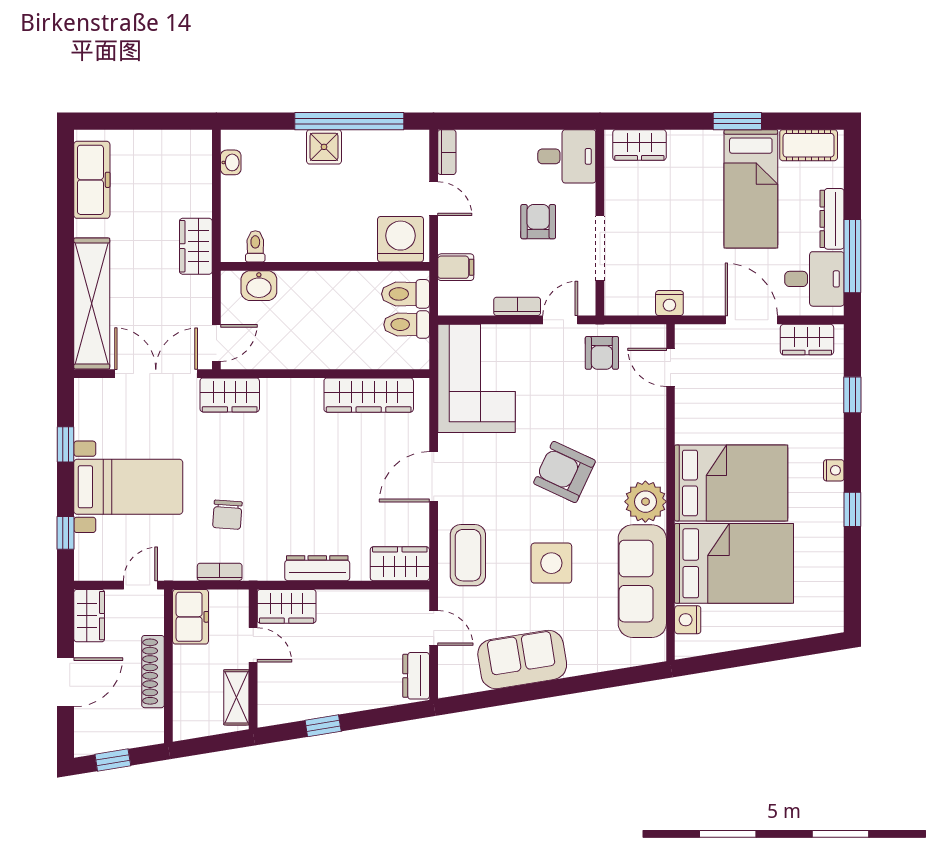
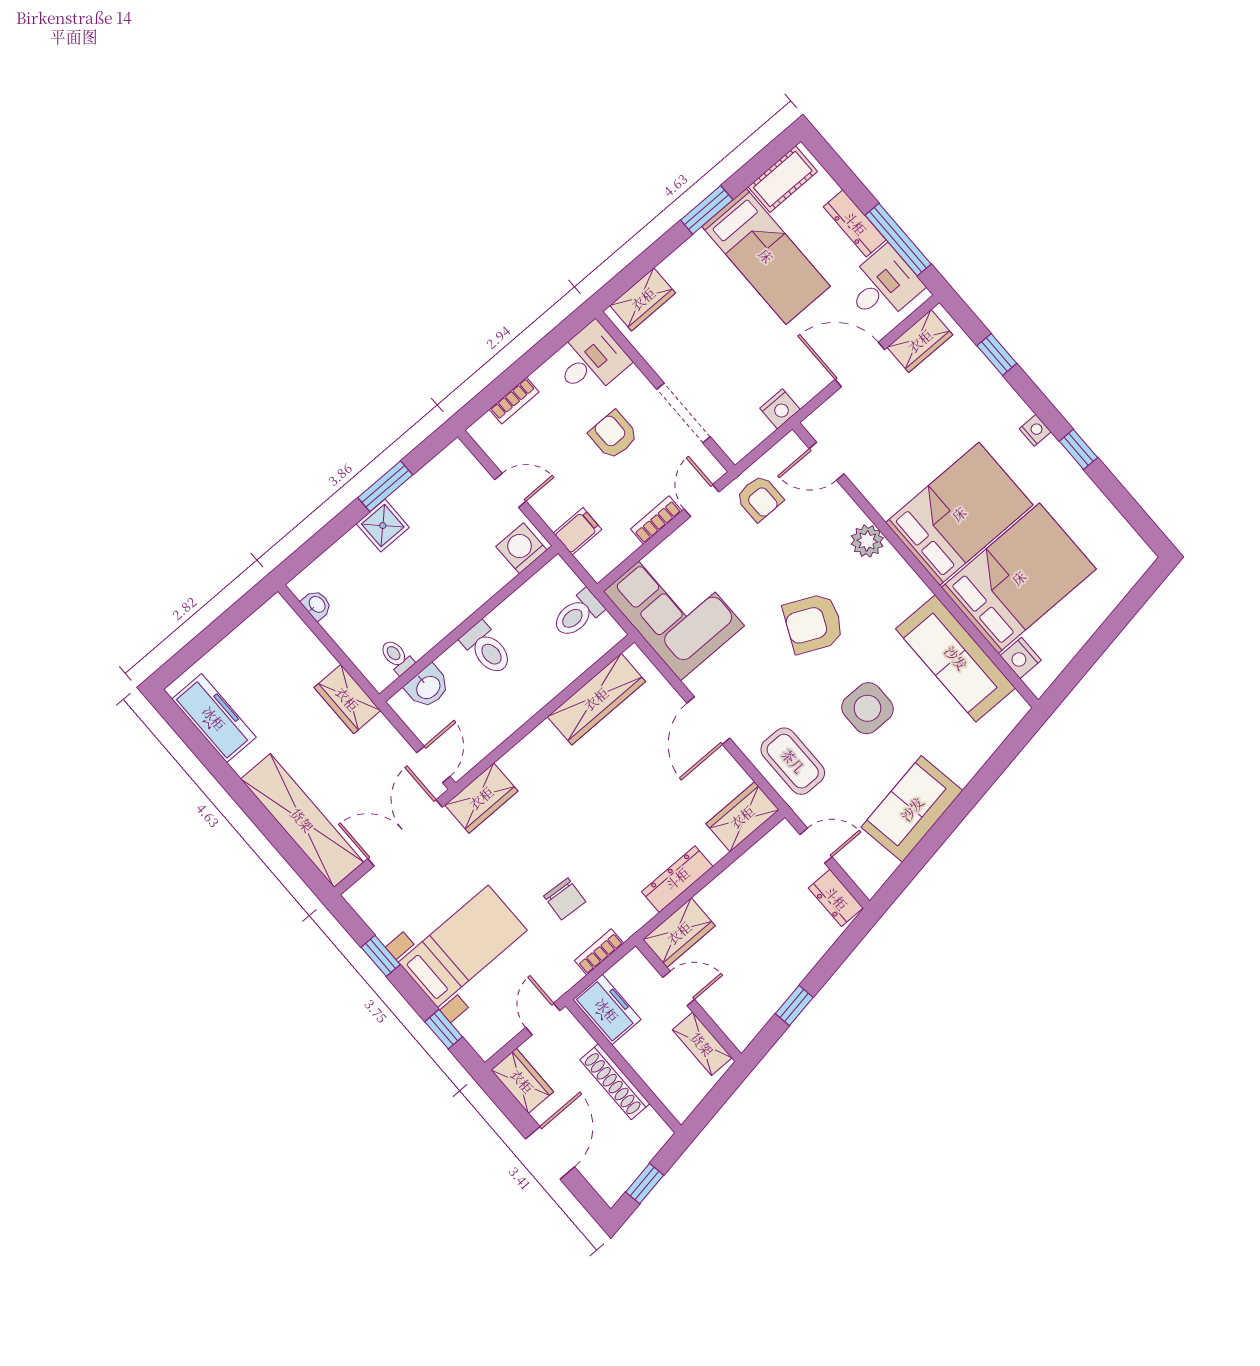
window: (349, 121) -> (385, 486), width x0.47
bookcase: (447, 152) -> (514, 401), moved, turned 90
washing machine: (401, 239) -> (521, 548), width x0.73, depth x0.73
toilet: (405, 294) -> (487, 649), moved, turned -90
plant: (645, 502) -> (867, 541), moved, width x0.73, depth x0.73

